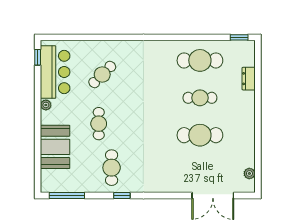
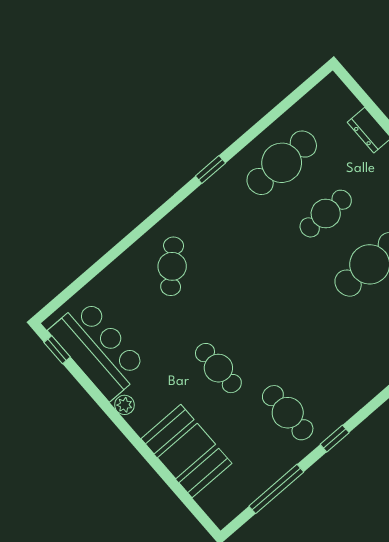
window: (239, 37) -> (210, 170), moved
cafe table: (102, 75) -> (172, 266), moved
window: (67, 196) -> (276, 489), moved

